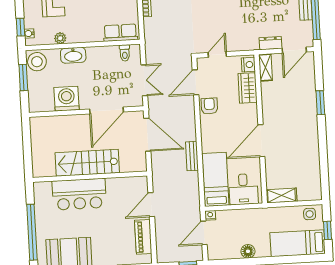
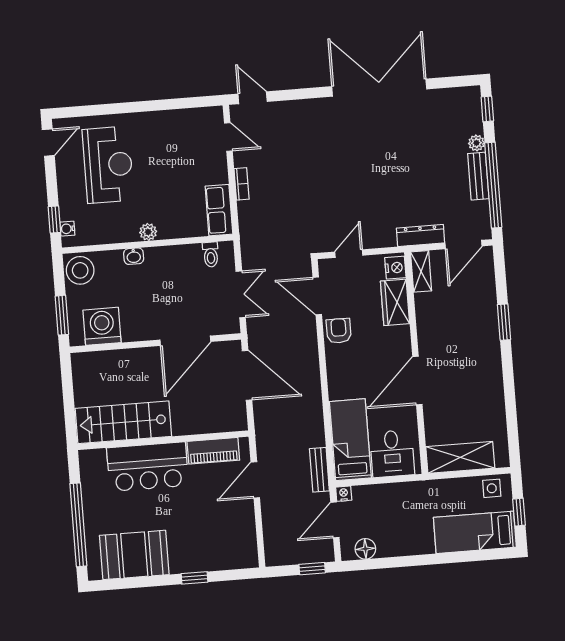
row of seats: (120, 33) -> (219, 210), moved, turned -90
plant: (60, 38) -> (148, 232), moved
dresser: (270, 43) -> (421, 236), width x1.44
washbasin: (73, 55) -> (134, 256), width x0.52, depth x0.69
window: (23, 78) -> (62, 315), moved
door: (196, 82) -> (317, 296), hinge flipped
washing machine: (66, 99) -> (102, 326), moved
bench: (192, 156) -> (319, 470), moved
stairs: (87, 163) -> (123, 422), moved
shelving: (282, 196) -> (460, 457), width x1.50, depth x1.33
piano: (143, 237) -> (213, 451), moved, turned -90
floor lamp: (248, 251) -> (365, 549), moved

